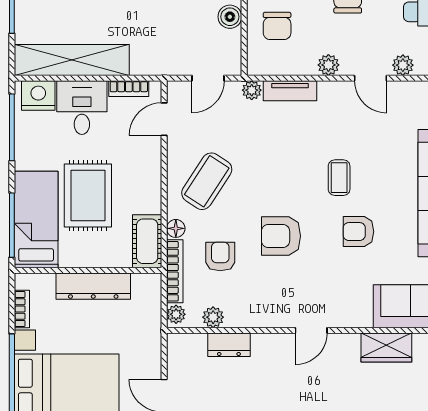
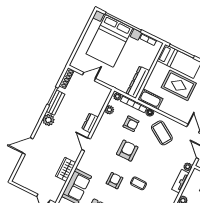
dresser: (93, 286) -> (138, 82), moved
dresser: (229, 345) -> (90, 123), moved

